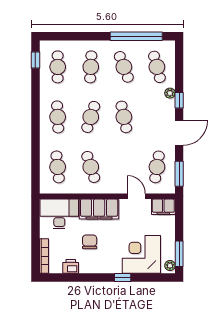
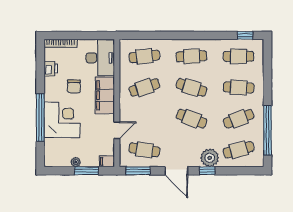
plant: (170, 93) -> (210, 158), width x1.88, depth x1.88
cafe table: (124, 117) -> (191, 119), turned 33
filing cabinet: (163, 207) -> (107, 161), width x0.50
chair: (90, 242) -> (74, 86), turned 90
corner desk: (141, 254) -> (62, 120), moved
window: (179, 254) -> (86, 171), moved
plant: (170, 266) -> (76, 162), moved
window: (123, 278) -> (40, 118), width x3.17

